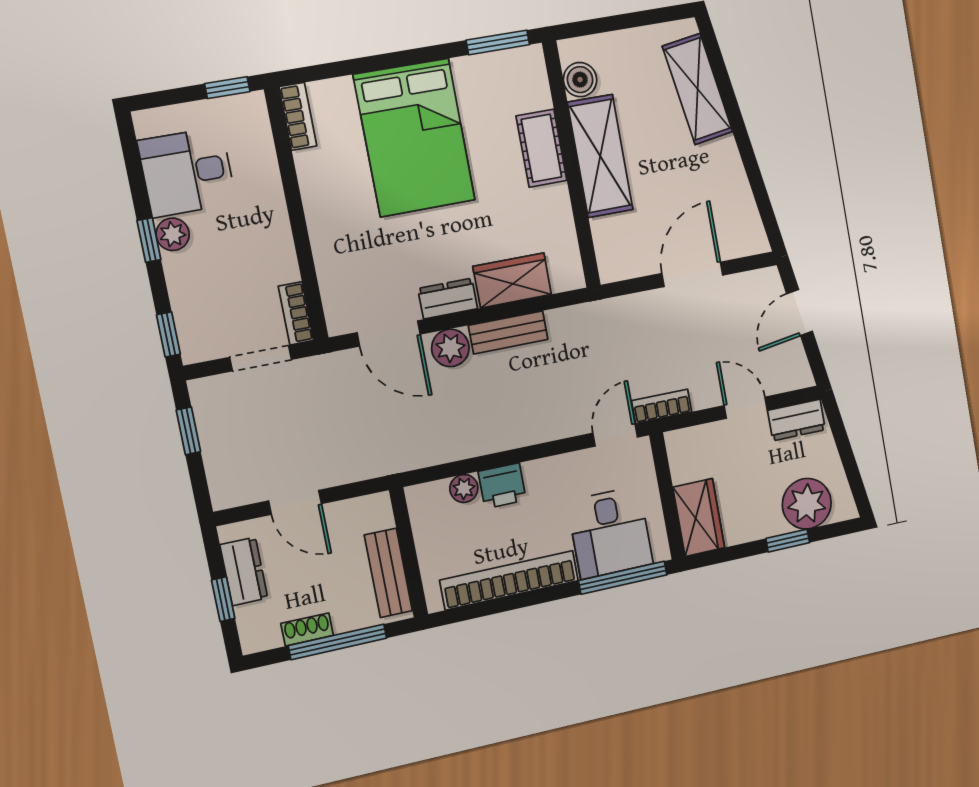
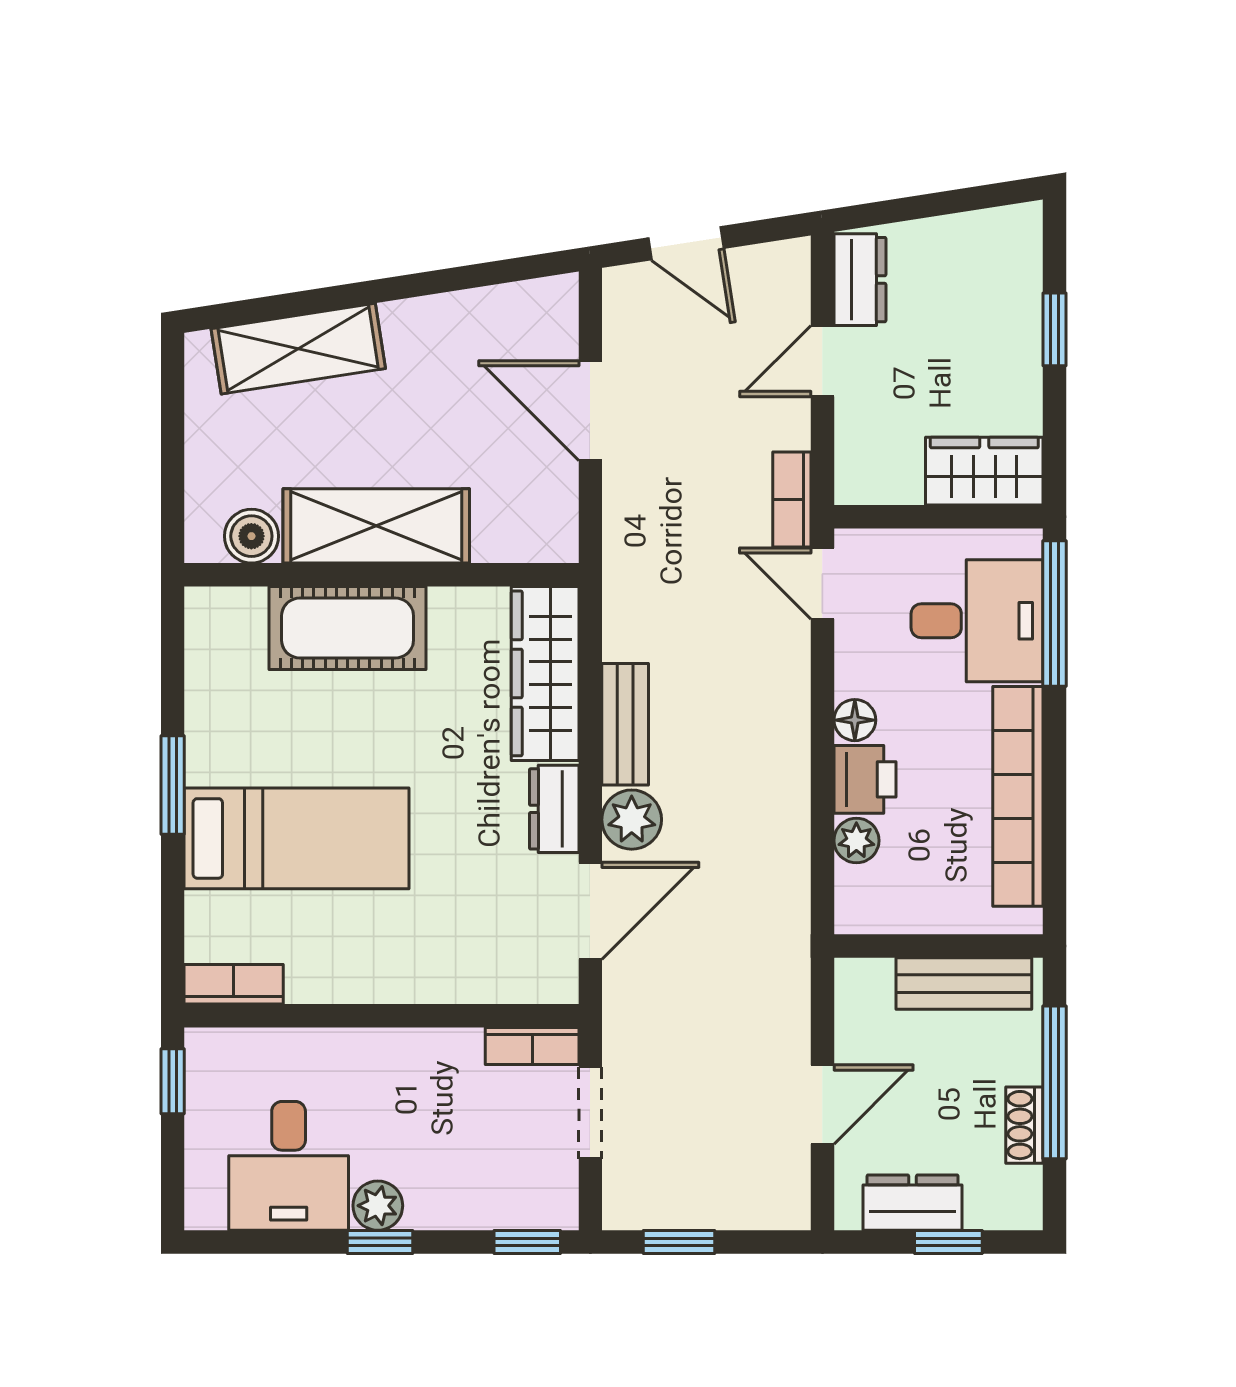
window: (498, 42) -> (173, 785), moved
bed: (414, 138) -> (297, 838), width x0.67
cot: (541, 148) -> (348, 628), width x1.37, depth x1.34
wardrobe: (512, 280) -> (545, 673), width x1.50
floor lamp: (537, 472) -> (855, 720), added
plant: (807, 504) -> (1001, 286), removed

